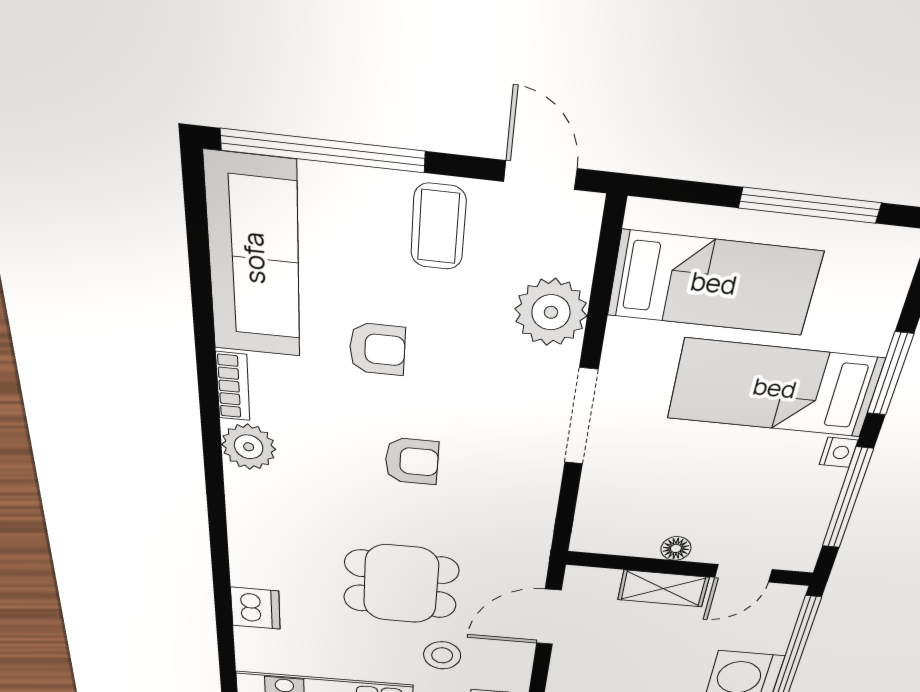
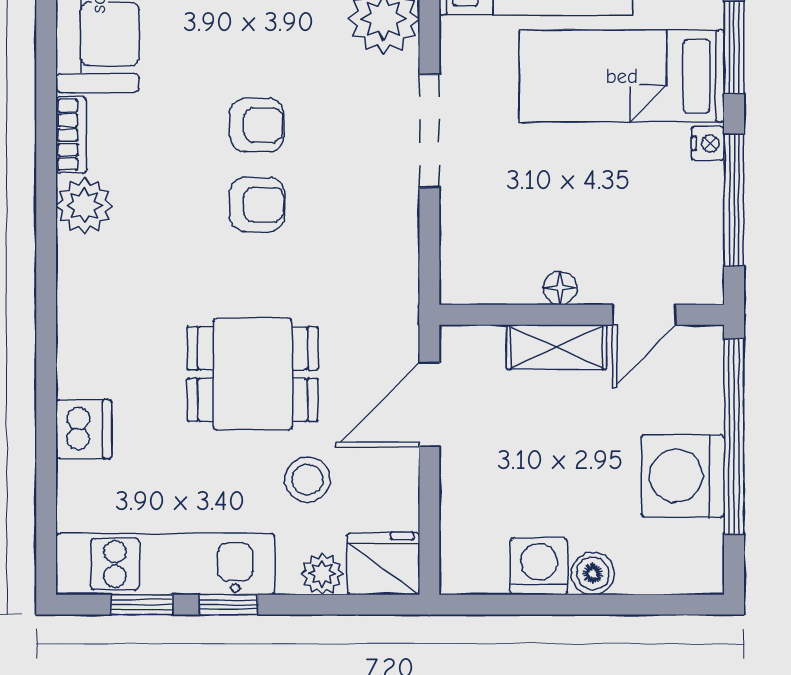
armchair: (377, 349) -> (257, 125), moved

